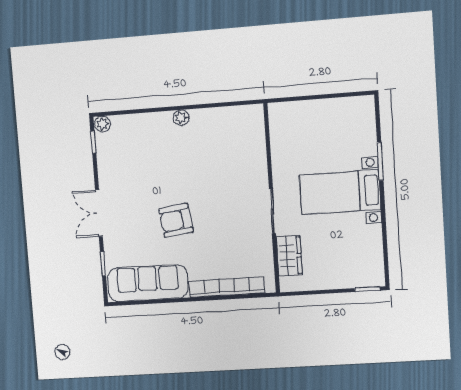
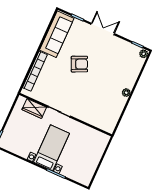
armchair: (176, 220) -> (79, 64), turned 73

